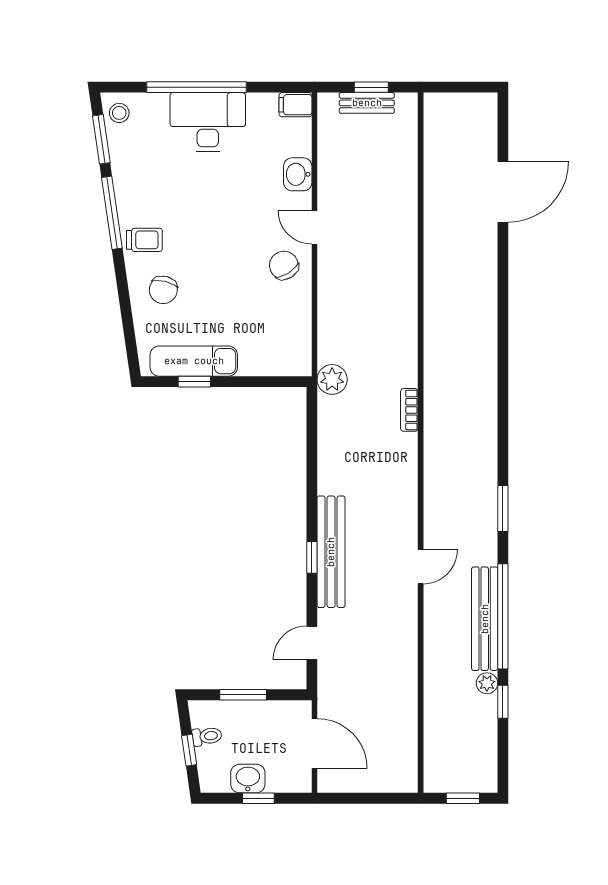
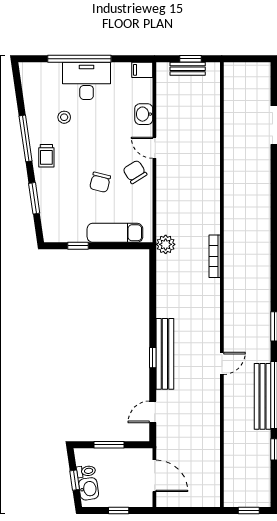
stool: (119, 113) -> (64, 117), moved
window: (101, 139) -> (34, 198), moved
trolley: (144, 240) -> (46, 156), turned 90
chair: (163, 290) -> (100, 182), moved
exam couch: (194, 361) -> (115, 233), moved
bookcase: (409, 410) -> (215, 256), width x1.56
plant: (487, 683) -> (264, 438), removed
washbasin: (248, 779) -> (89, 489), moved, turned 82

